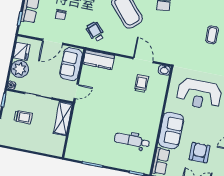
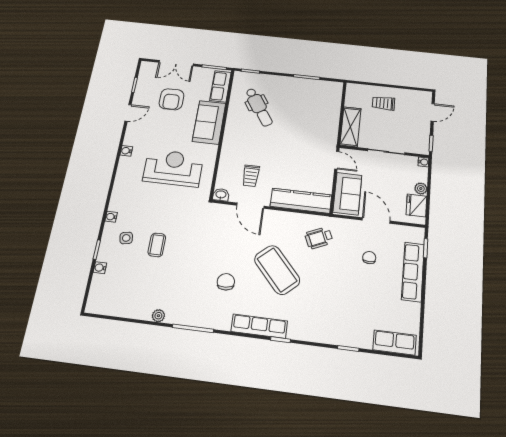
wheelchair: (95, 32) -> (319, 238), turned 108
door: (53, 42) -> (376, 221), hinge flipped
kitchen counter: (99, 60) -> (301, 201), width x1.50
plant: (20, 69) -> (421, 189), width x0.53, depth x0.53
door: (76, 91) -> (337, 160), swing flipped
trolley: (23, 117) -> (383, 103), moved
dental chair: (132, 141) -> (259, 107), turned 57

